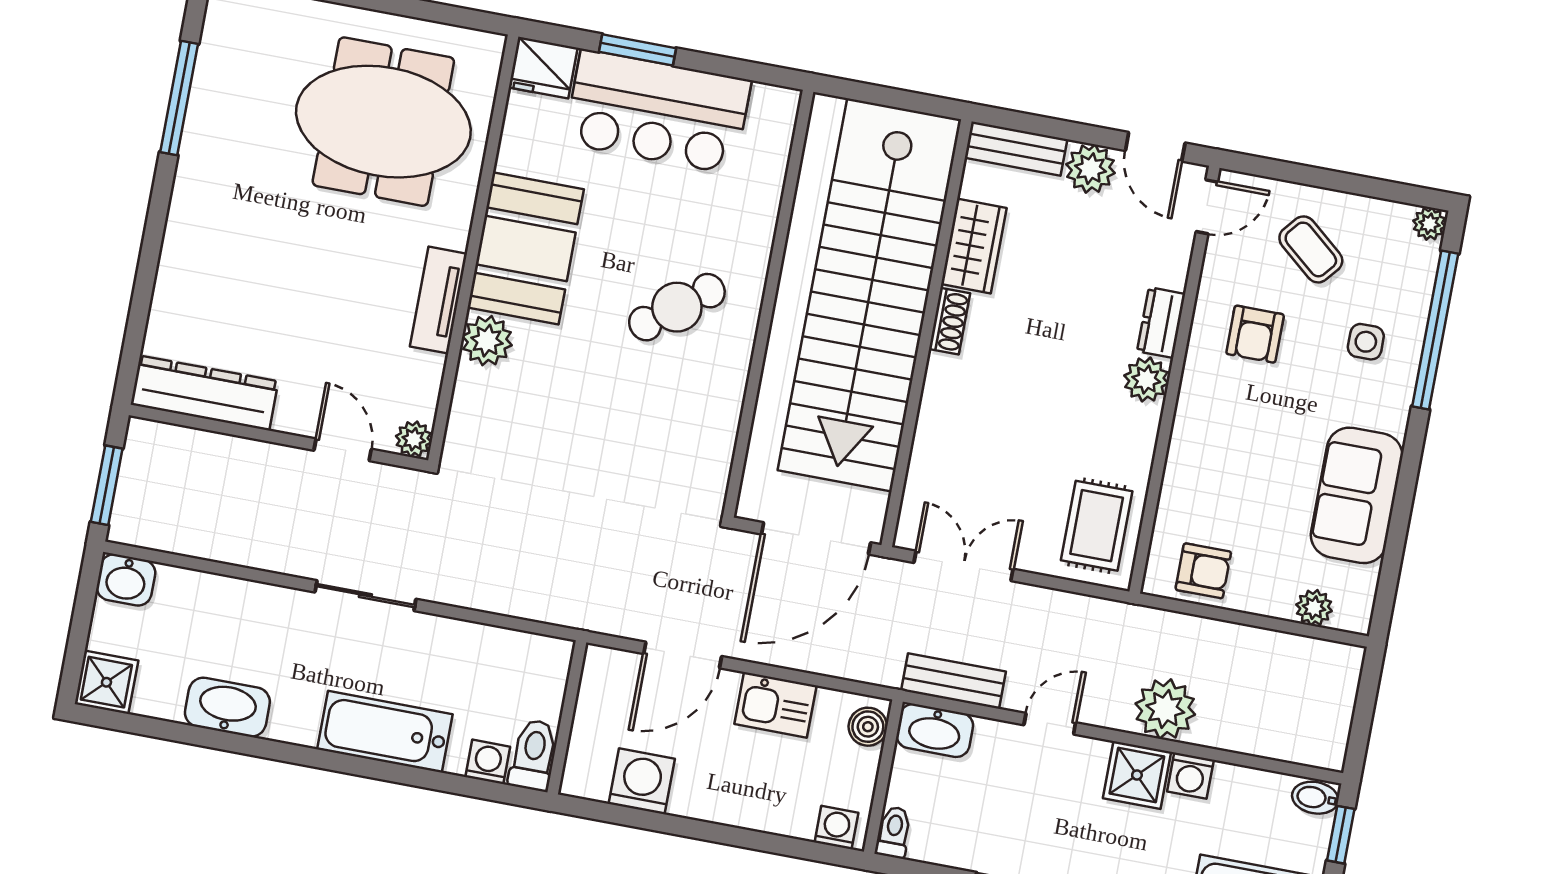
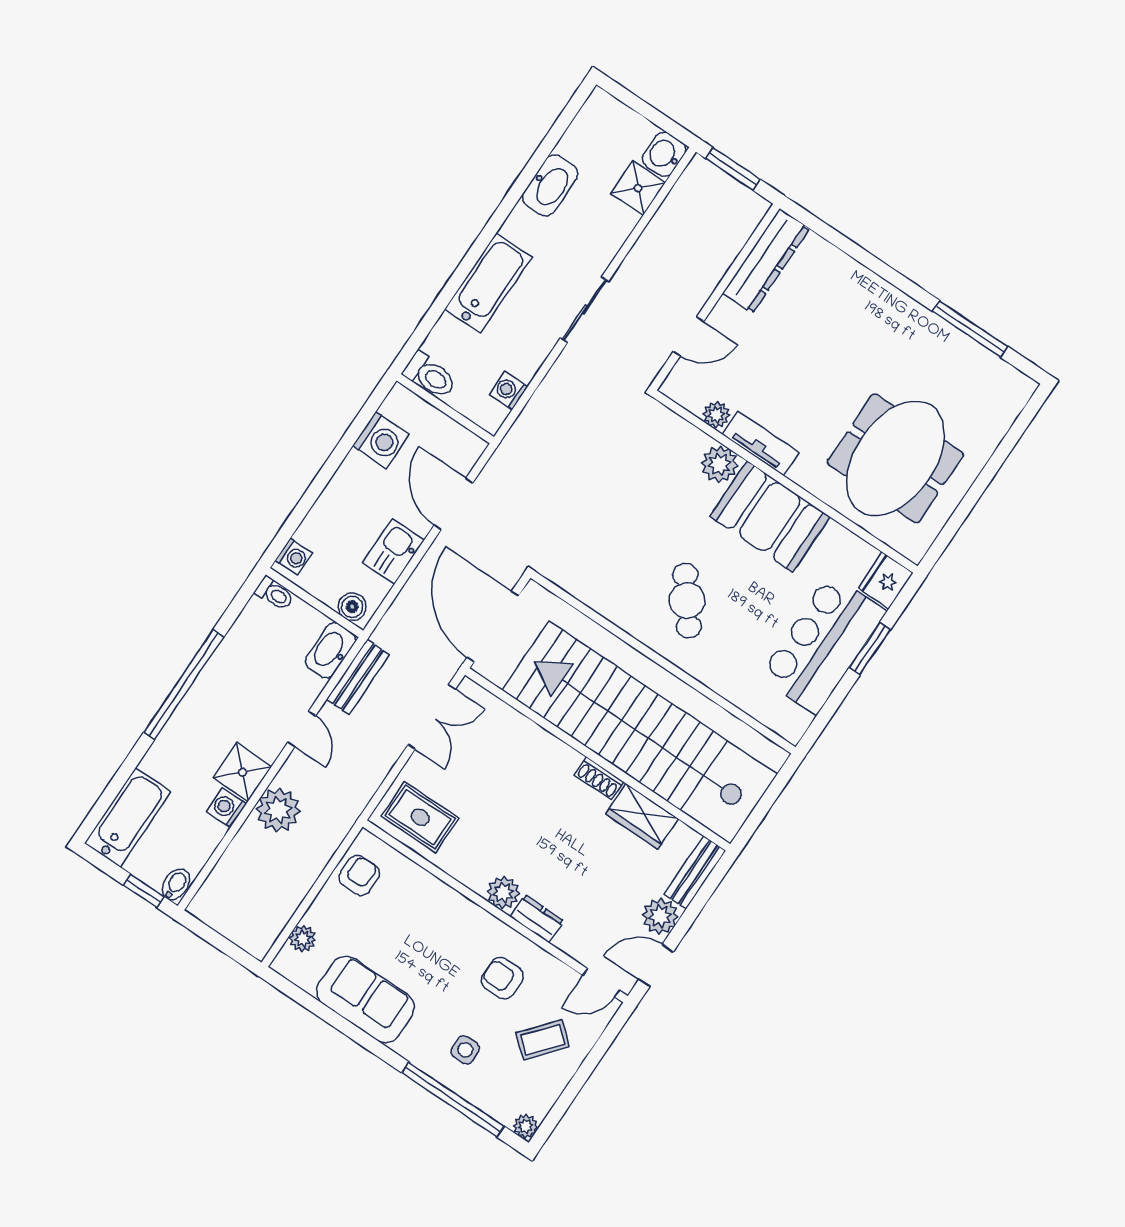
door: (1207, 207) -> (601, 983), hinge flipped
plant: (414, 439) -> (716, 415), moved
armchair: (1203, 571) -> (359, 875), turned 180
shower: (106, 682) -> (638, 188), moved
washing machine: (488, 762) -> (509, 391), moved, turned 180

